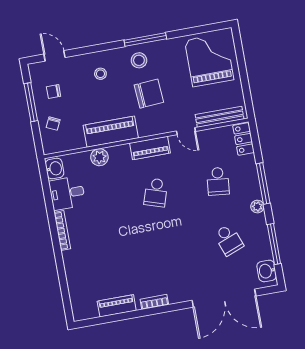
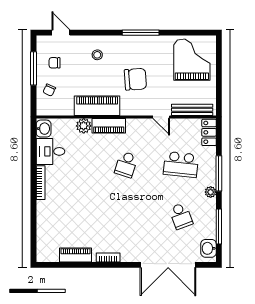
stool: (139, 60) -> (132, 49), removed
piano: (150, 148) -> (109, 126), moved
school desk: (218, 181) -> (181, 165), width x1.85

